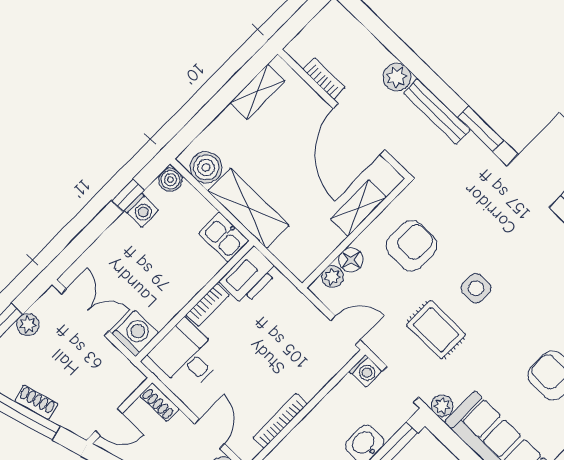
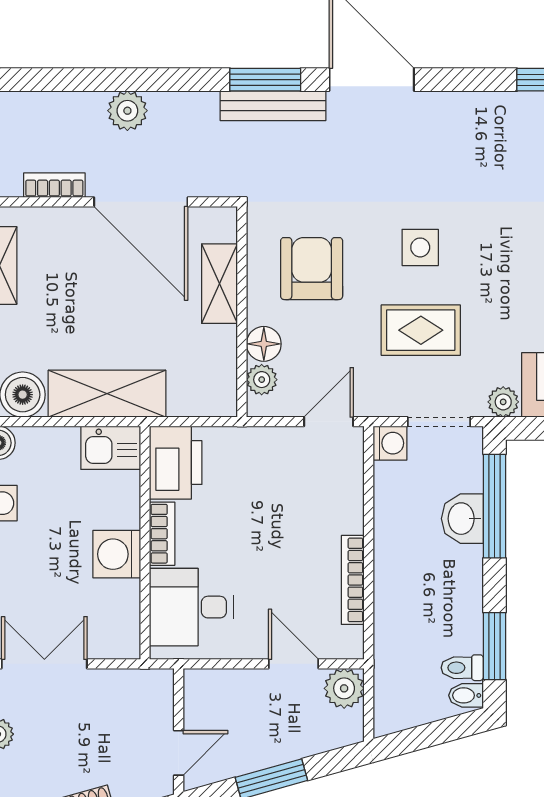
bench: (437, 112) -> (273, 106), moved
washing machine: (135, 334) -> (117, 554), moved, turned -90
shoe rack: (159, 402) -> (210, 682), removed

